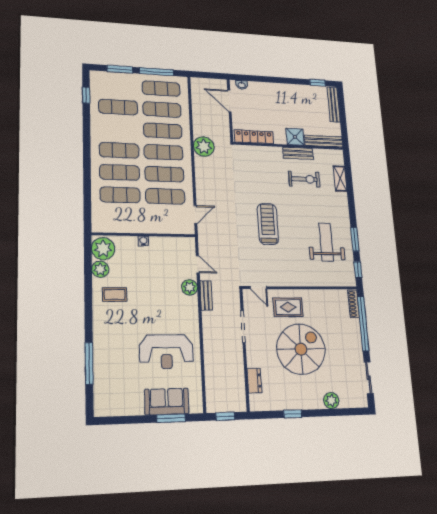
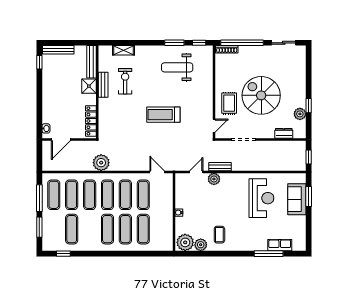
row of seats: (101, 379) -> (280, 245), added
plant: (331, 401) -> (300, 114), moved

